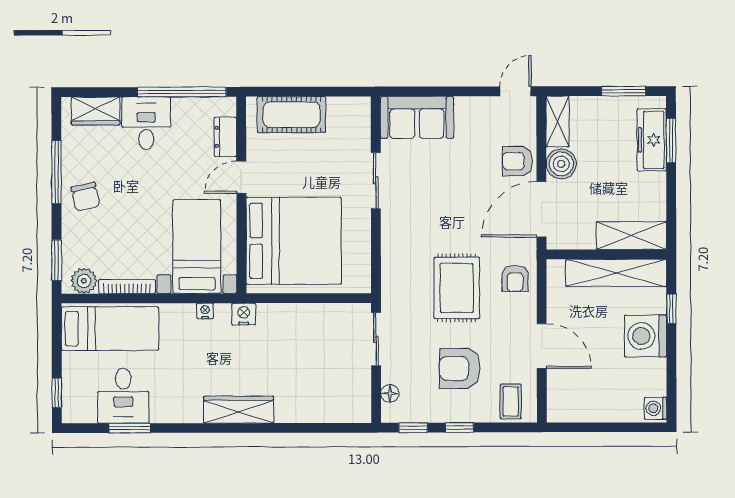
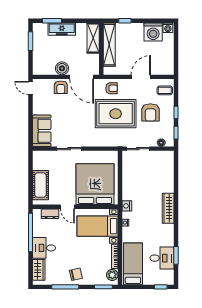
shelving: (558, 122) -> (44, 70), removed
freezer: (652, 140) -> (62, 29), moved
rug: (457, 288) -> (116, 114), width x1.37, depth x1.44
washing machine: (646, 336) -> (153, 32), moved

